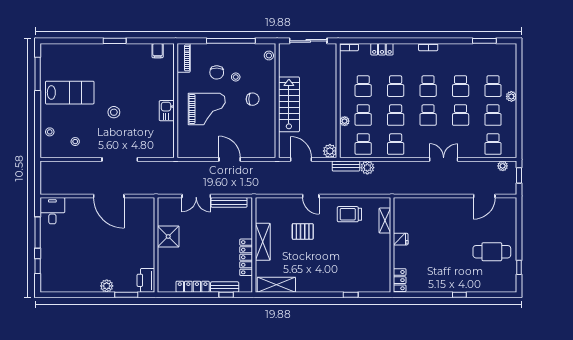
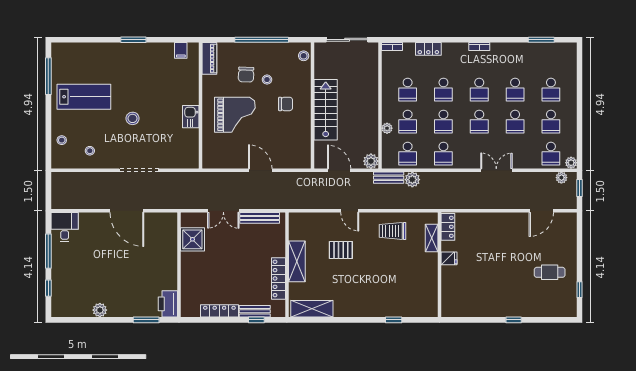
plant: (511, 96) -> (571, 163), moved
shower: (168, 236) -> (192, 239), moved
cafe table: (492, 252) -> (550, 272), width x0.73, depth x0.74
locker: (400, 280) -> (448, 227), moved
plant: (107, 286) -> (100, 310), moved

